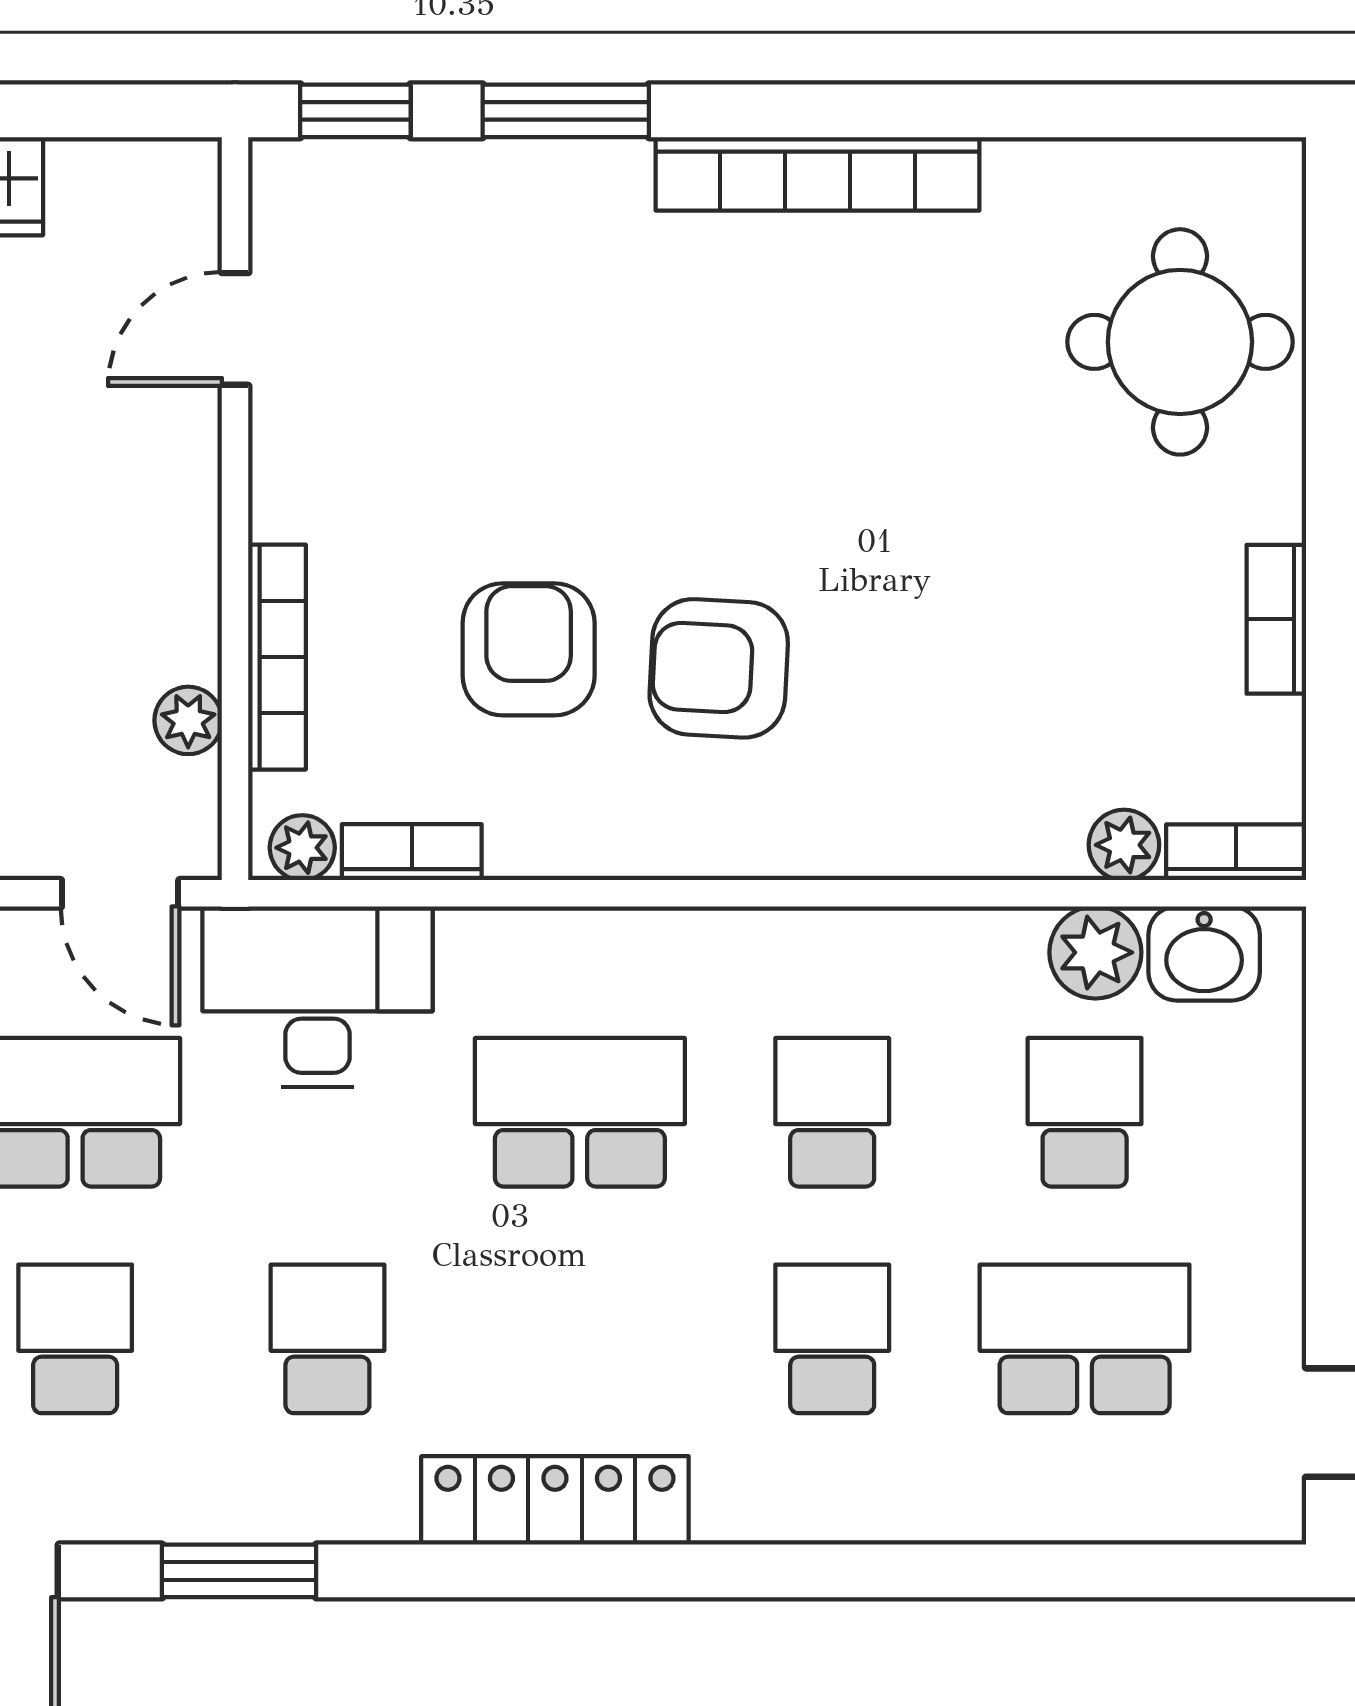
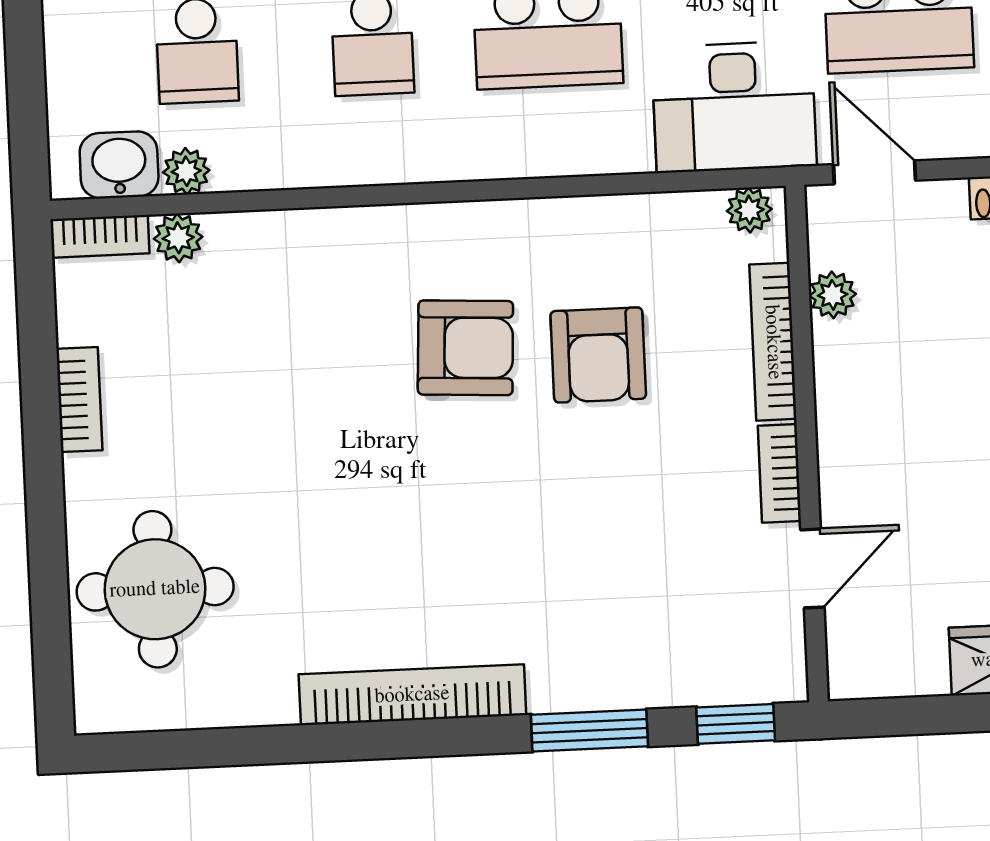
bookcase: (412, 852) -> (779, 473), moved, turned 90
plant: (1095, 952) -> (186, 171), width x0.73, depth x0.73

